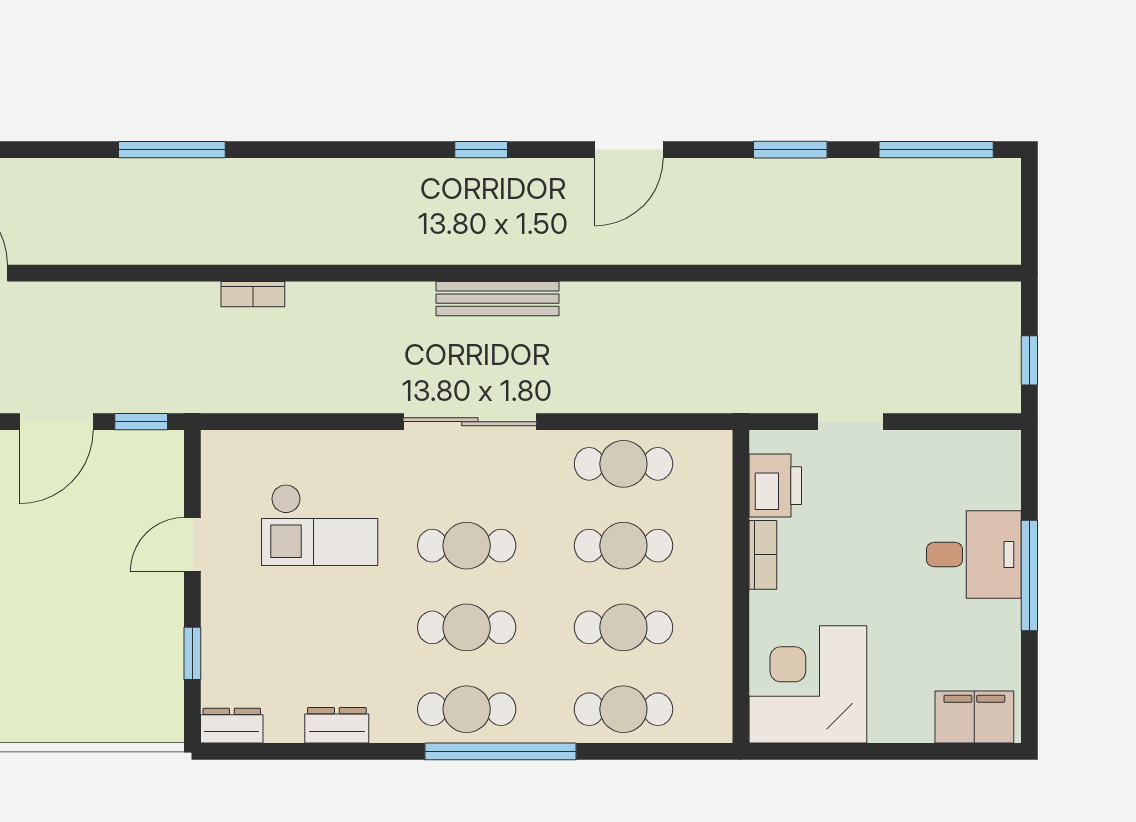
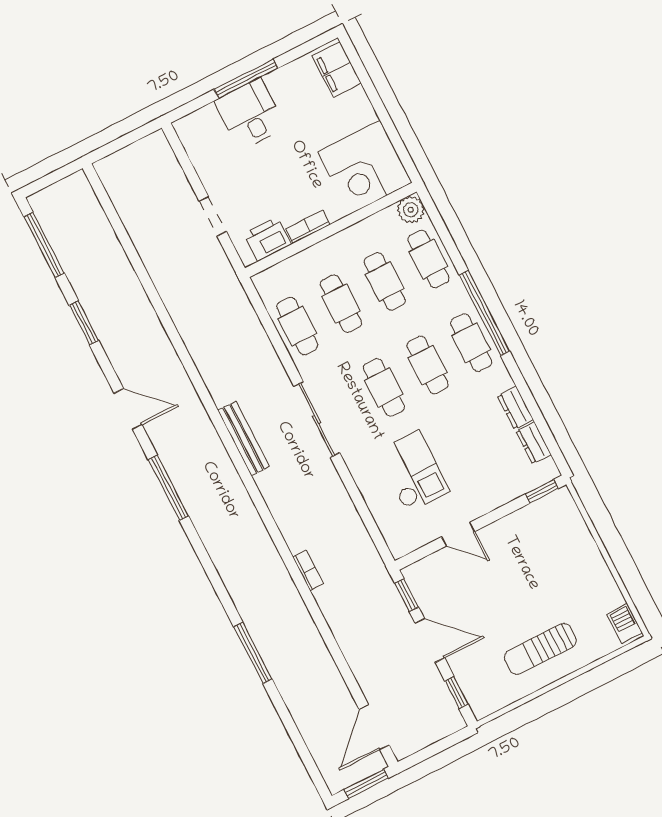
window: (481, 150) -> (168, 488), width x2.17
window: (1029, 360) -> (131, 138), removed
window: (192, 653) -> (542, 491), moved
plant: (710, 721) -> (411, 210), added
dresser: (232, 726) -> (534, 443), moved

